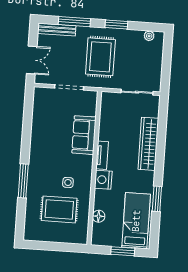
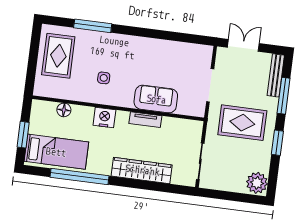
plant: (149, 36) -> (257, 183), width x1.87, depth x1.87
double door: (32, 60) -> (243, 45), swing flipped
tv unit: (102, 155) -> (145, 120), moved
window: (23, 181) -> (93, 26), moved
window: (157, 199) -> (79, 176), width x2.11
rug: (59, 209) -> (58, 56), moved

